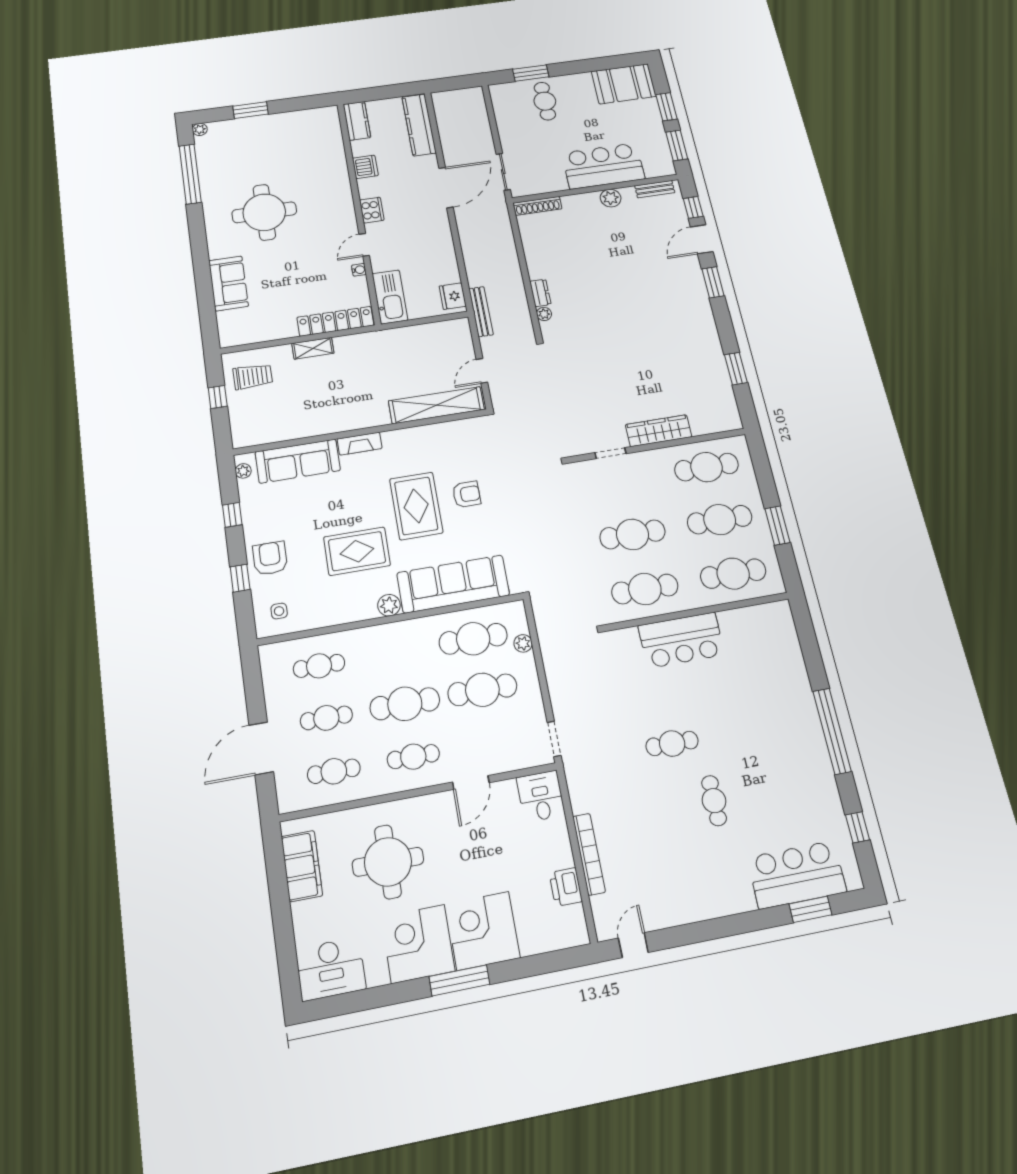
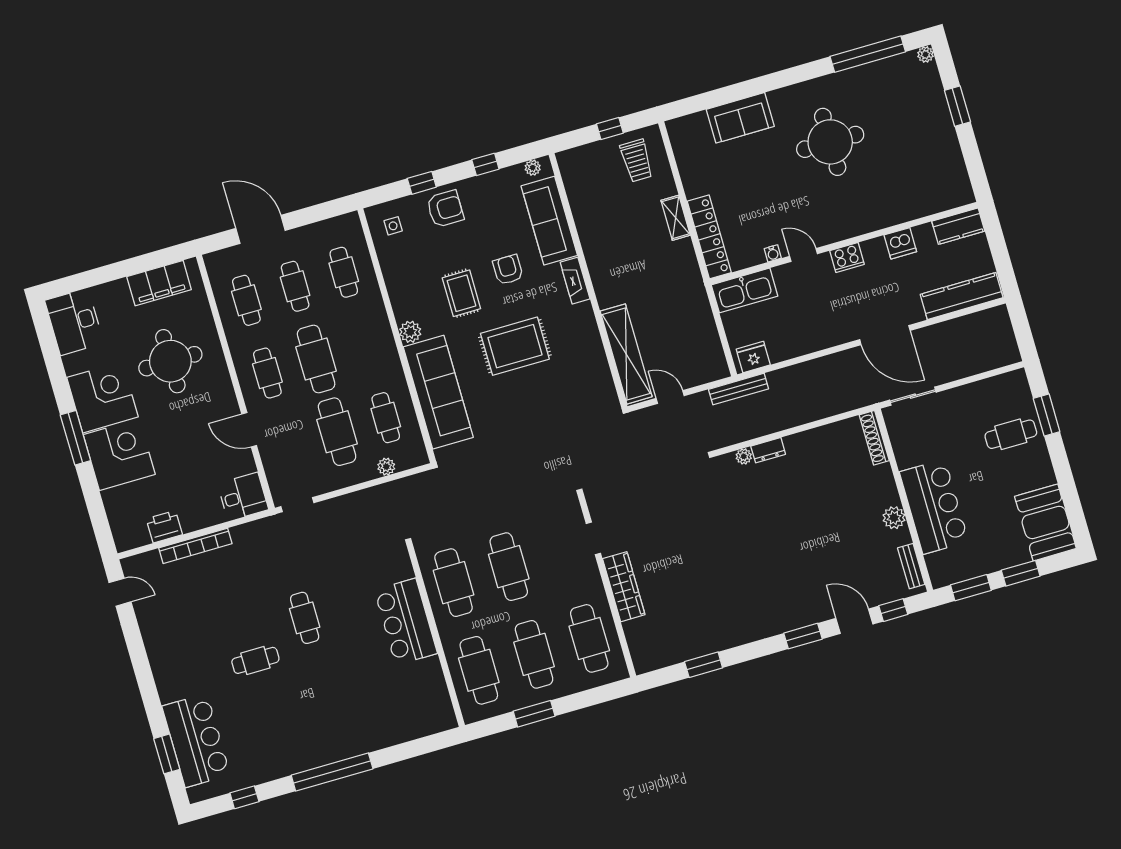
armchair: (467, 494) -> (508, 270), moved, turned 180
rug: (357, 551) -> (461, 293), width x0.73, depth x0.70
cafe table: (473, 639) -> (386, 418), width x0.73, depth x0.74

